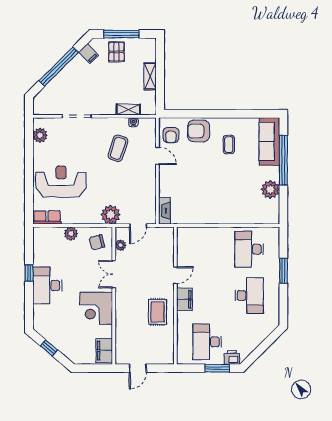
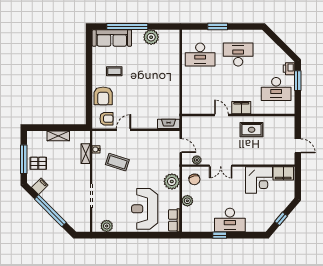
plant: (111, 215) -> (172, 181), moved
corner desk: (96, 308) -> (259, 180), moved

